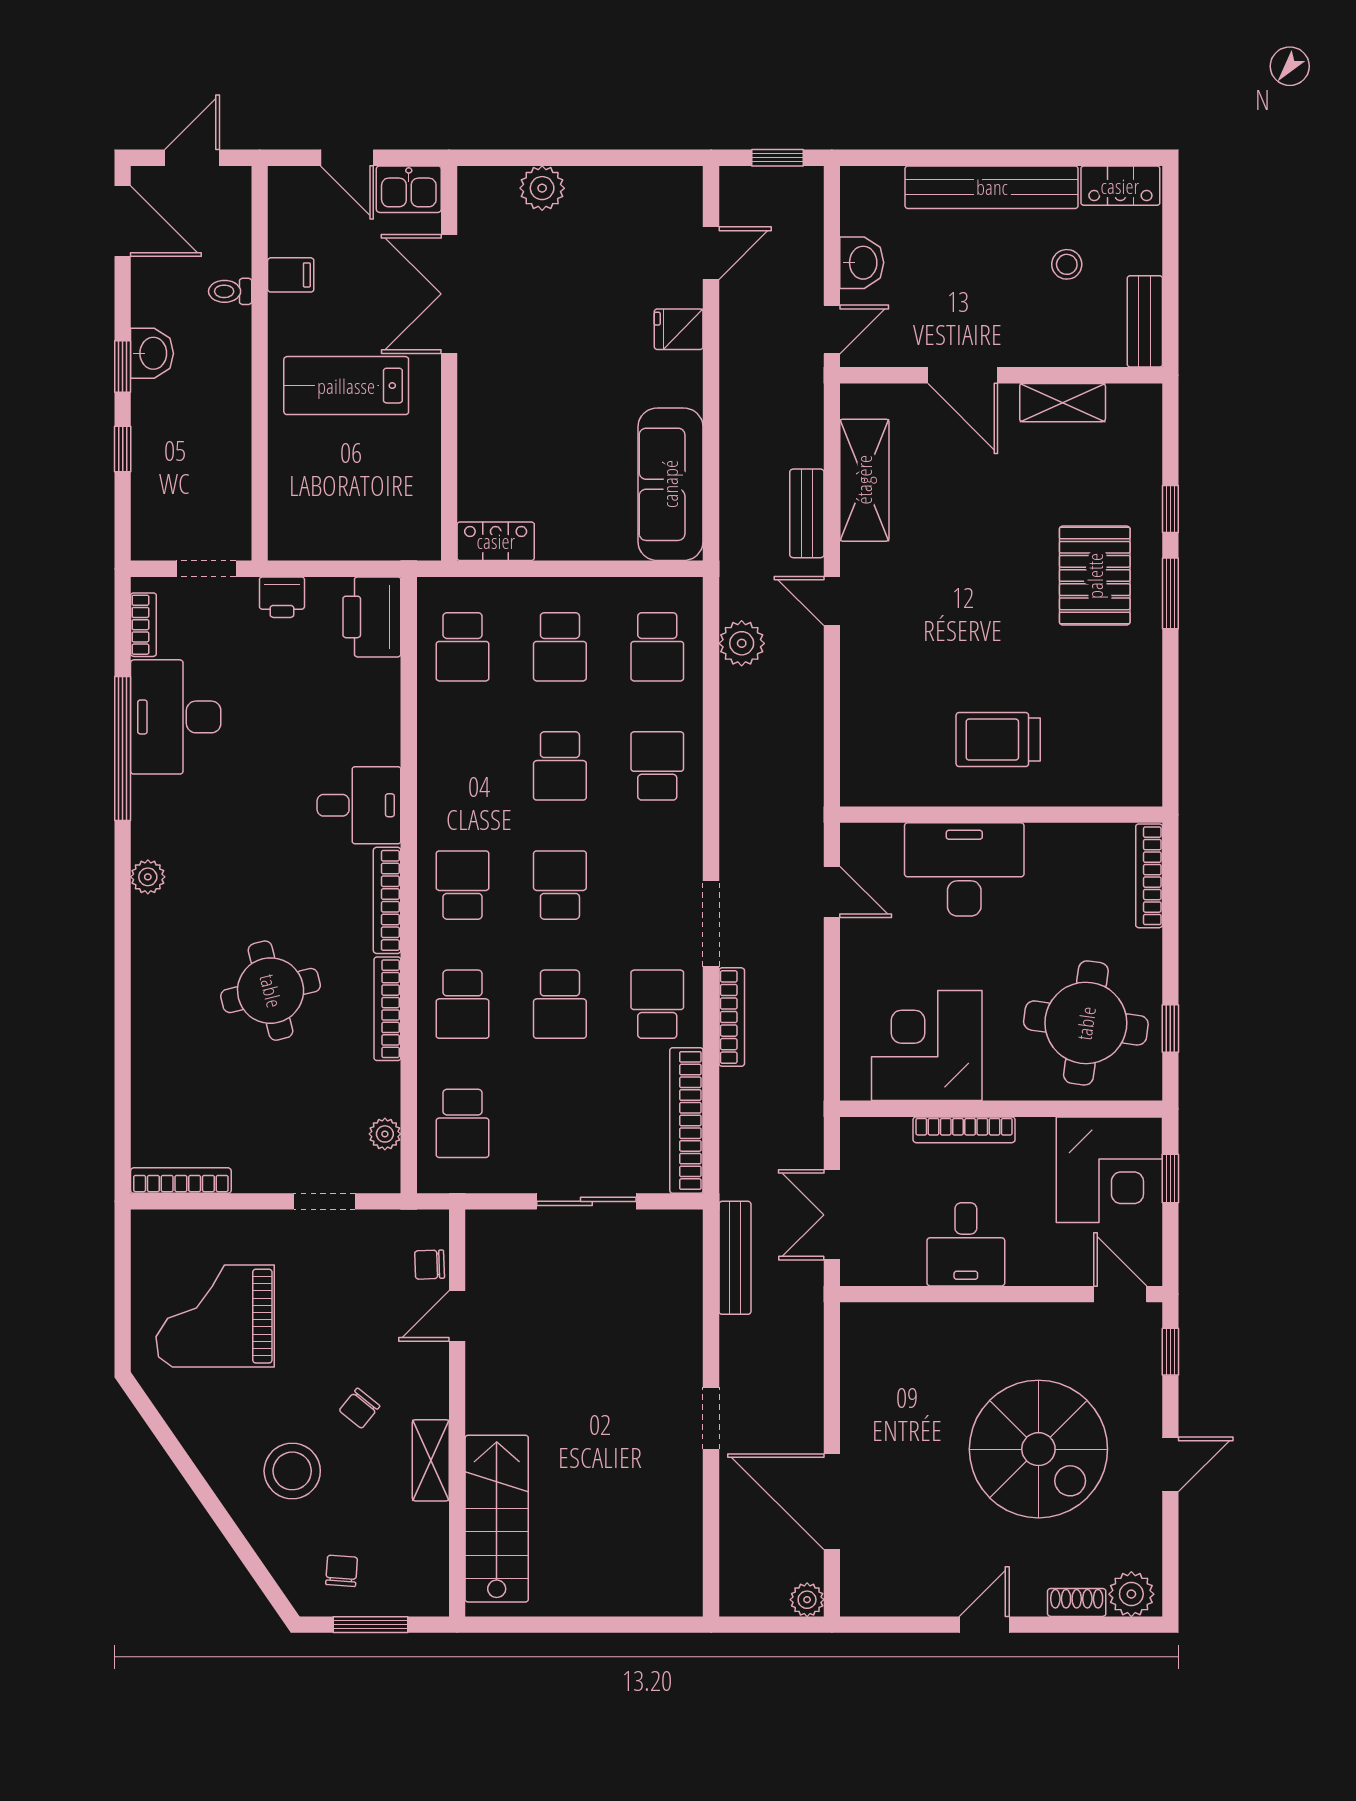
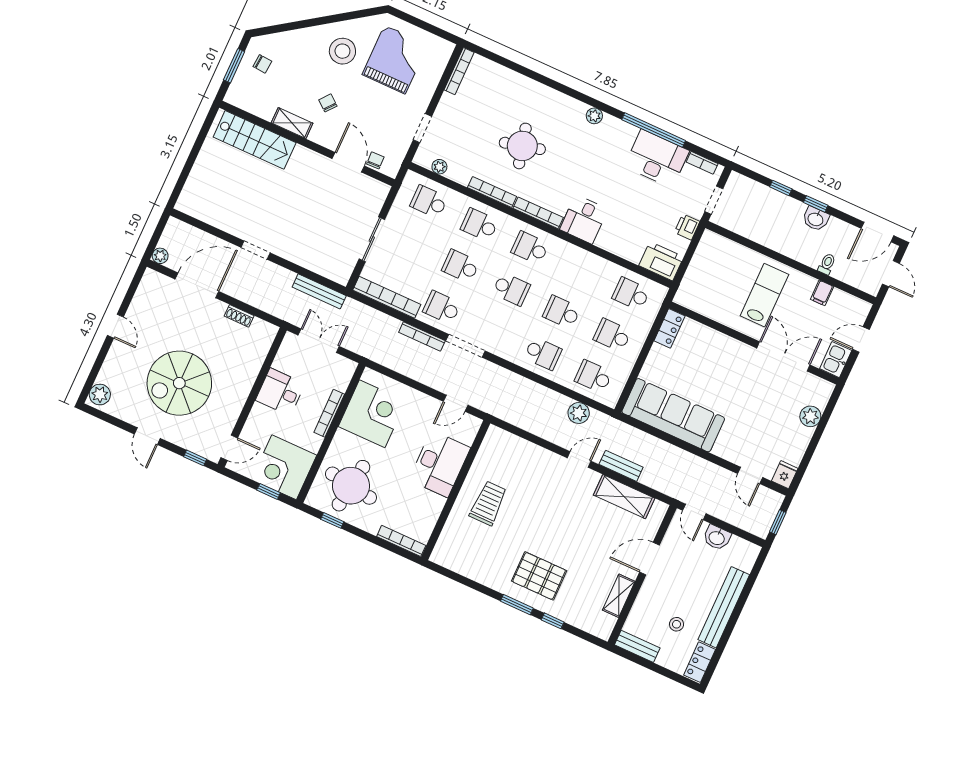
fridge: (679, 329) -> (785, 475), moved
sofa: (670, 484) -> (673, 415), width x1.36, depth x1.27
school desk: (463, 885) -> (530, 248), turned 180
school desk: (657, 1004) -> (442, 307), turned 180
door: (457, 1316) -> (348, 162), width x1.38
stool: (292, 1471) -> (342, 51), moved
shoe rack: (1077, 1602) -> (239, 316), moved, turned 90

